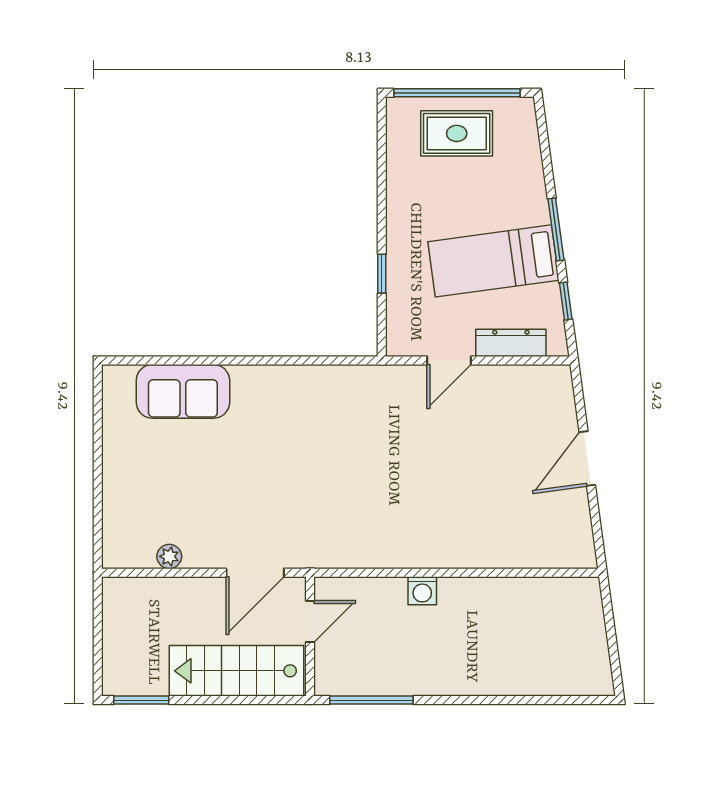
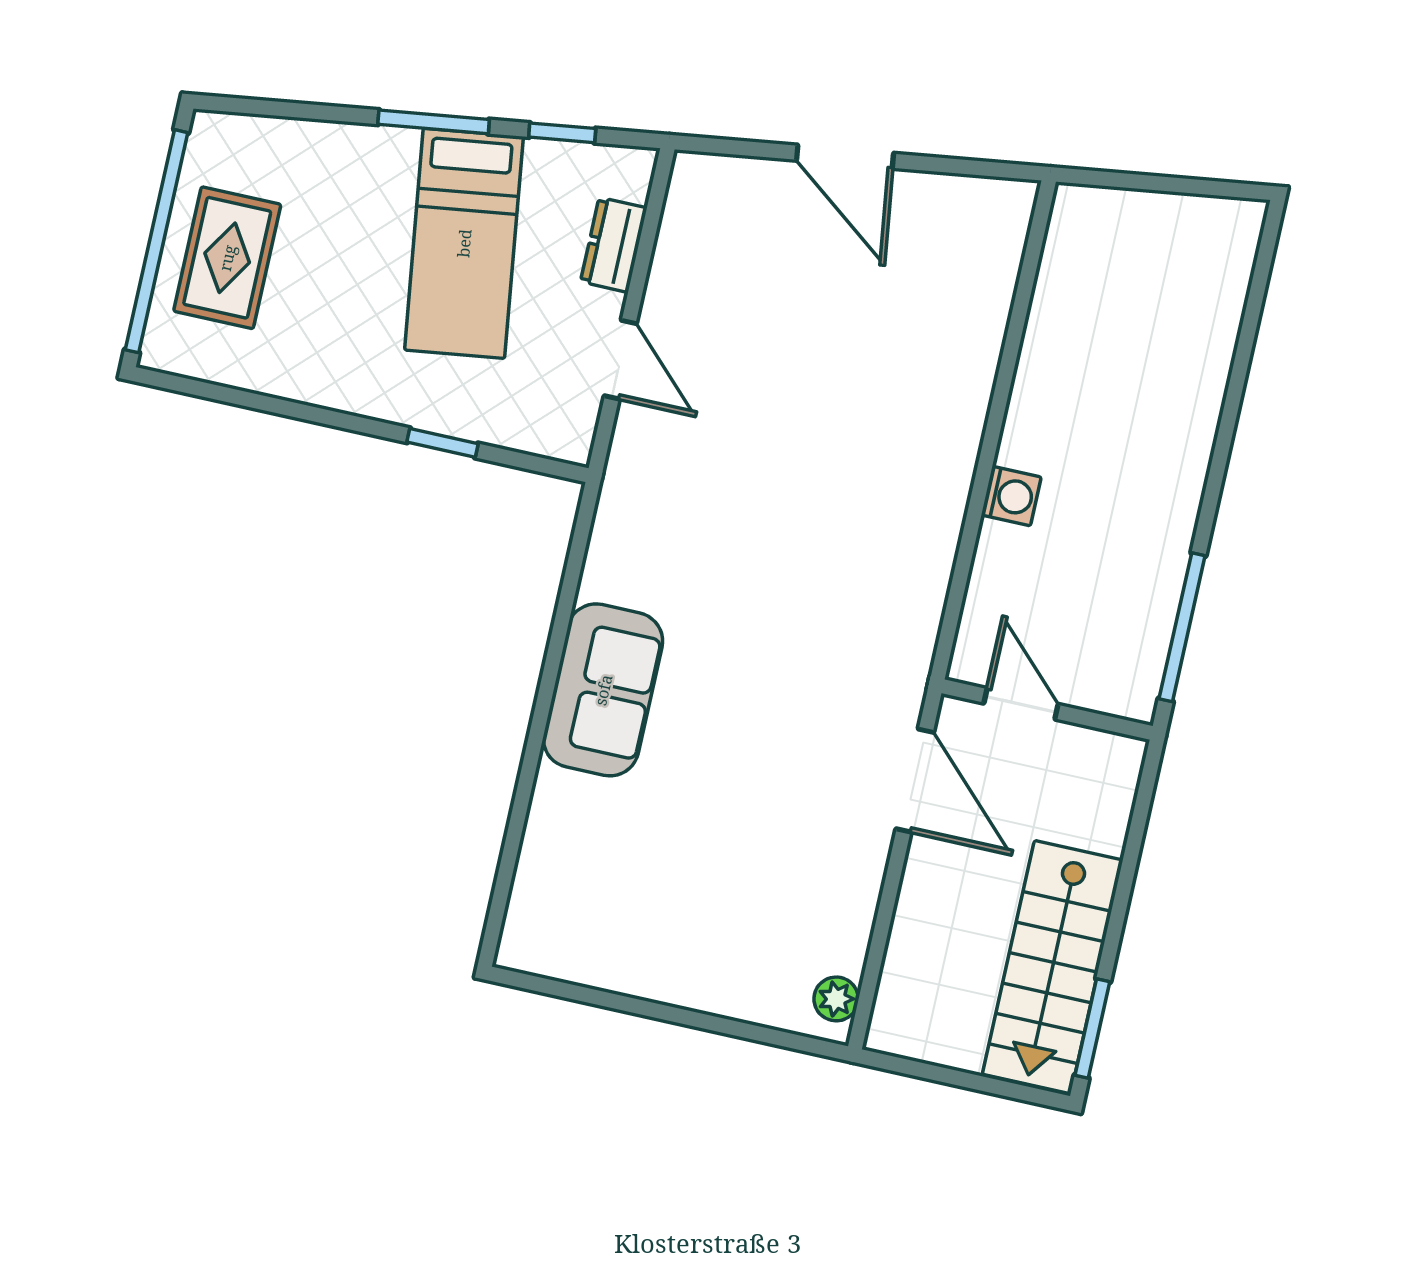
dresser: (511, 343) -> (614, 245), width x0.70
sofa: (183, 391) -> (603, 690), moved
plant: (169, 556) -> (836, 999), moved
stairs: (236, 671) -> (1053, 967), moved

